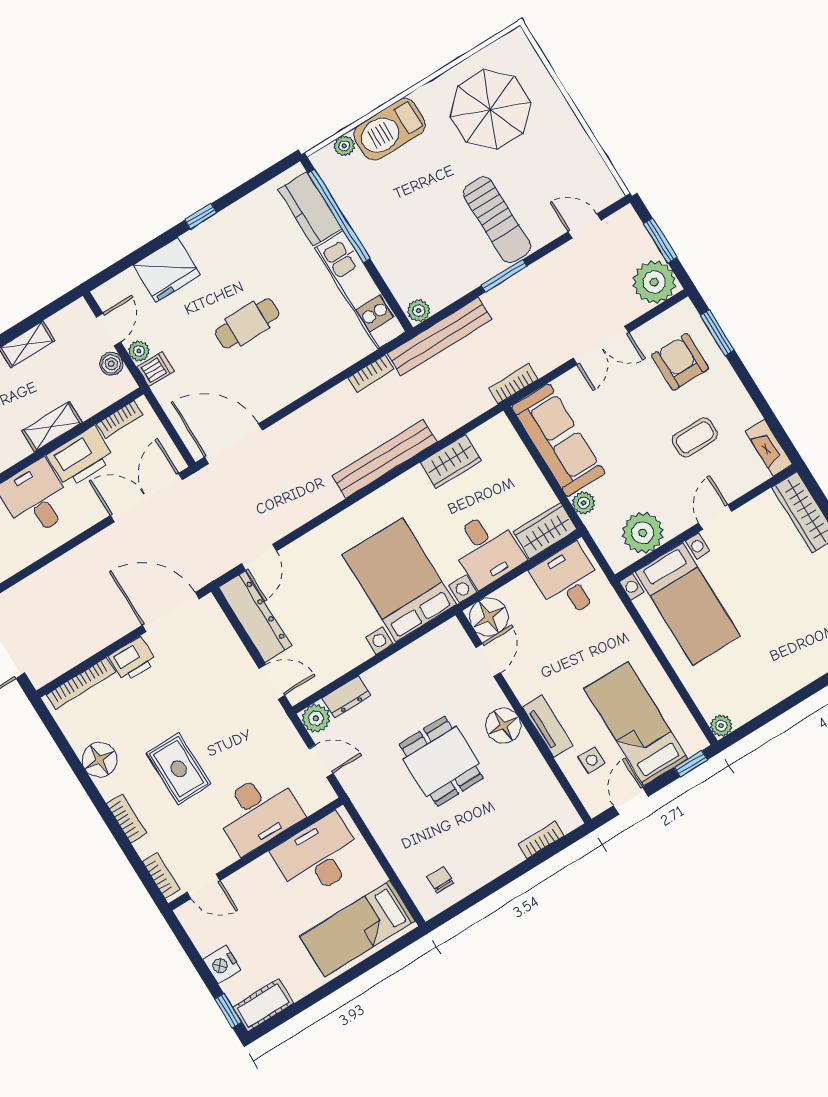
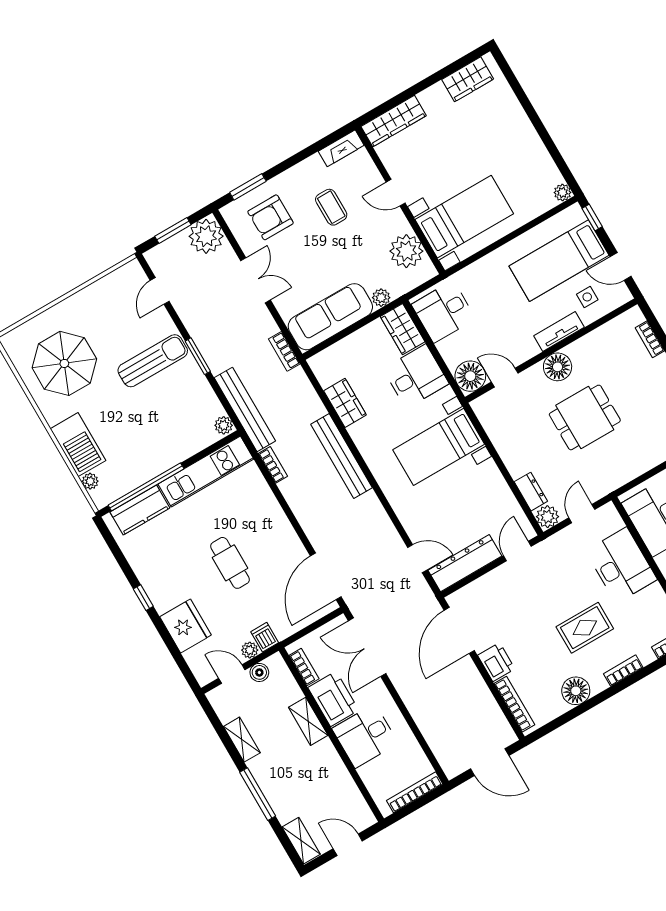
bed with nightstands: (399, 580) -> (439, 447), width x0.73

